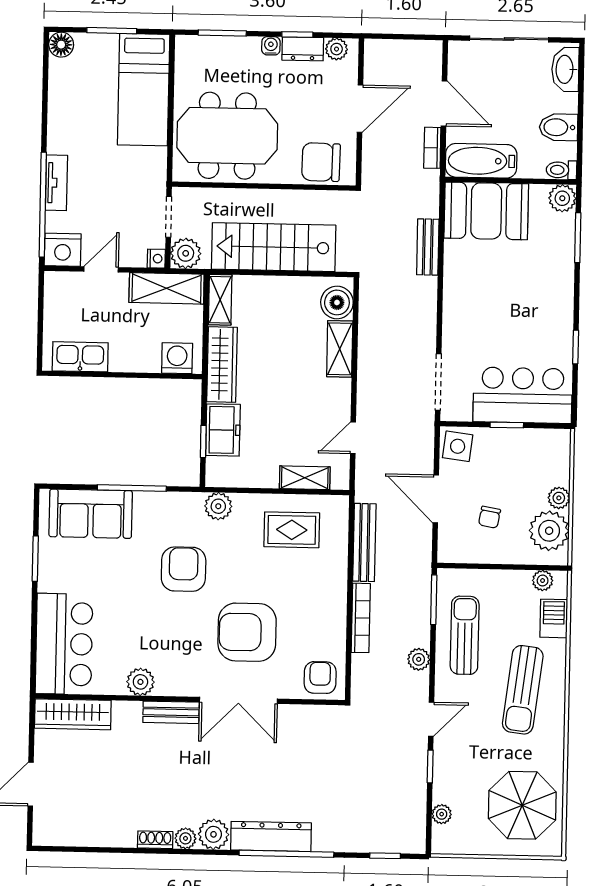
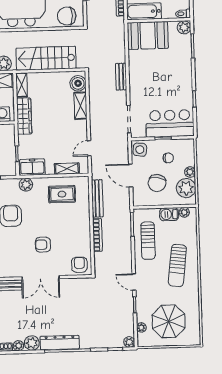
bench: (428, 247) -> (121, 77), moved
freezer: (223, 430) -> (32, 167), moved, turned -90
chair: (515, 466) -> (168, 158), added
chair: (489, 517) -> (157, 183), width x1.87, depth x1.87
barbecue: (554, 618) -> (169, 214), moved, turned -90
armchair: (247, 632) -> (43, 245), width x0.53, depth x0.53
sun lounger: (465, 635) -> (148, 241), turned 180
plant: (419, 659) -> (129, 342), moved
door: (431, 719) -> (134, 282), swing flipped
parasol: (522, 805) -> (169, 321), moved

